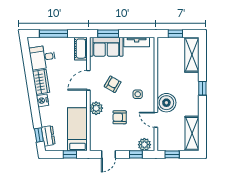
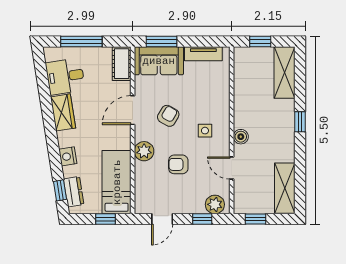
nightstand: (42, 100) -> (68, 156), moved
boiler: (166, 103) -> (241, 137), width x0.54, depth x0.54

